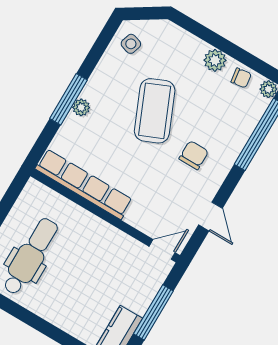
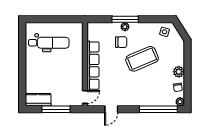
chair: (194, 155) -> (121, 42), moved
row of seats: (84, 184) -> (93, 66), moved
door: (162, 249) -> (85, 97), hinge flipped

